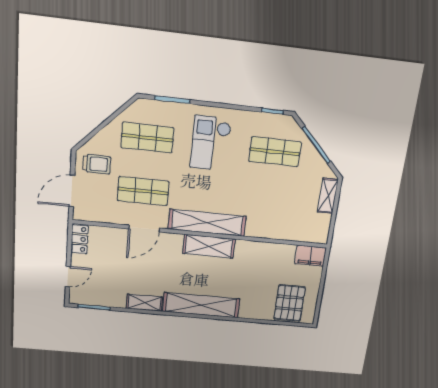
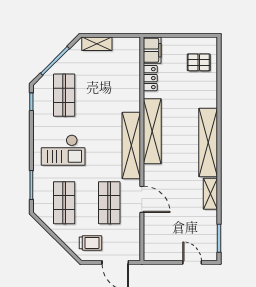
trolley: (97, 164) -> (90, 243), turned 90
locker: (79, 239) -> (150, 78), moved, turned 90
shelving: (209, 246) -> (152, 131), width x1.47
pallet: (289, 303) -> (199, 62), width x0.67, depth x0.71

